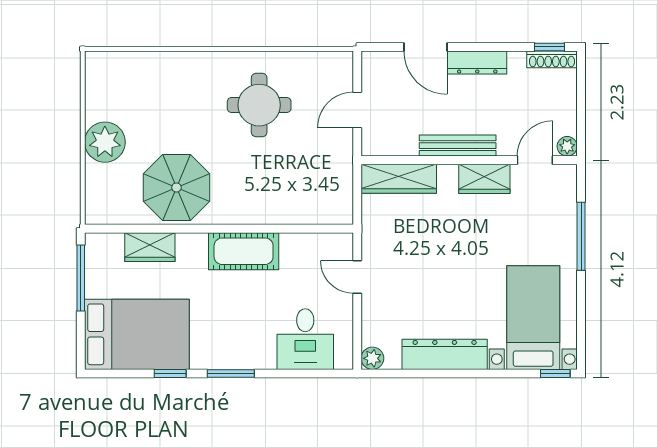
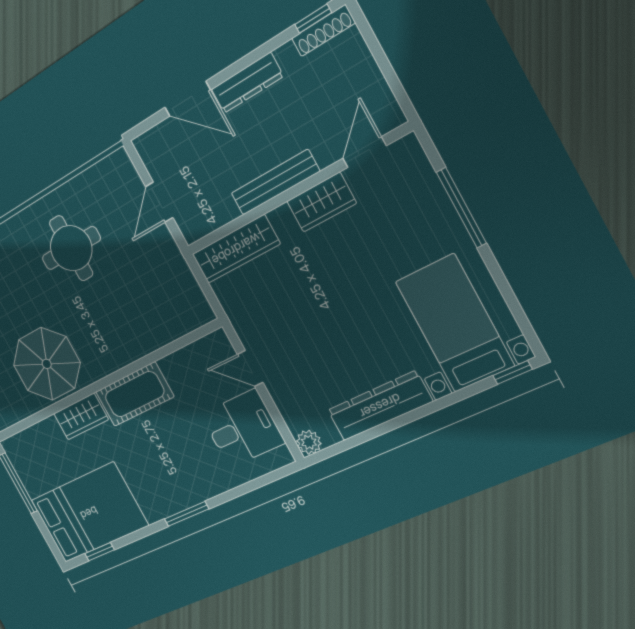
plant: (567, 146) -> (392, 117), removed
wardrobe: (150, 247) -> (81, 417), moved
desk: (305, 339) -> (242, 428), moved, turned -90
window: (170, 373) -> (100, 552), moved

